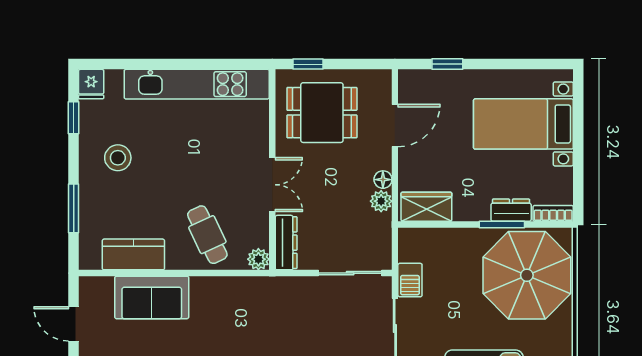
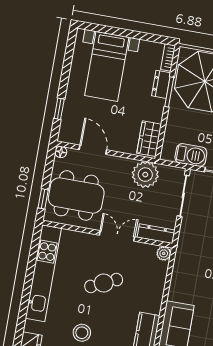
dining table: (322, 113) -> (76, 195), width x1.37
floor lamp: (383, 180) -> (61, 152), moved
plant: (381, 201) -> (145, 175), width x1.87, depth x1.87
cafe table: (207, 235) -> (104, 283), moved
barbecue: (410, 280) -> (191, 155), width x1.38, depth x1.27

